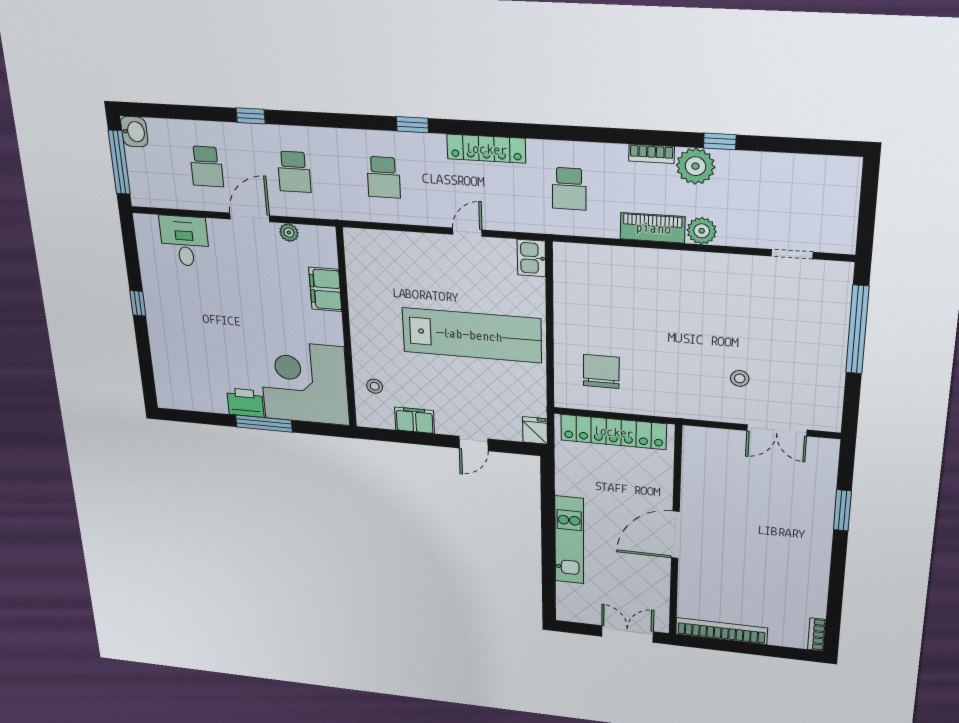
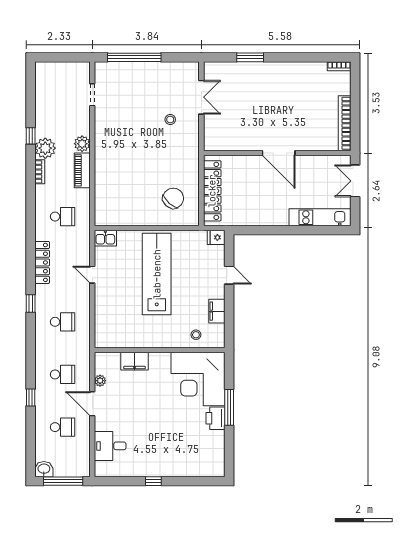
chair: (601, 371) -> (173, 198), turned 132
kitchen unit: (569, 540) -> (320, 217), moved

